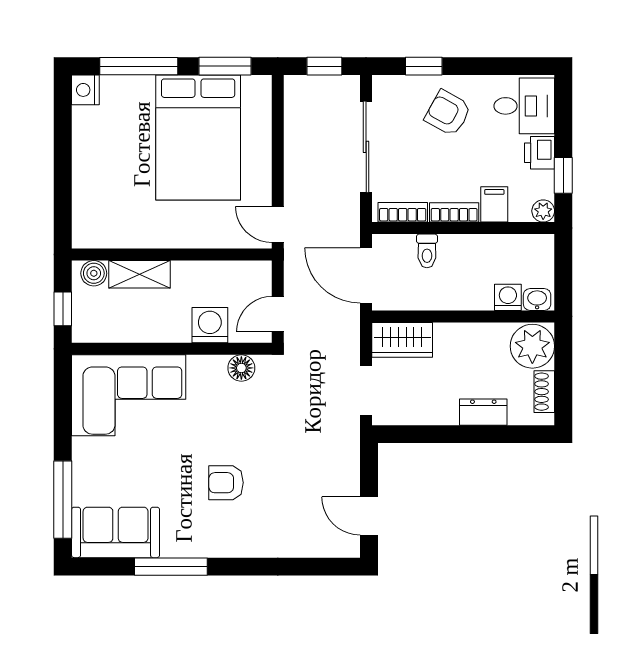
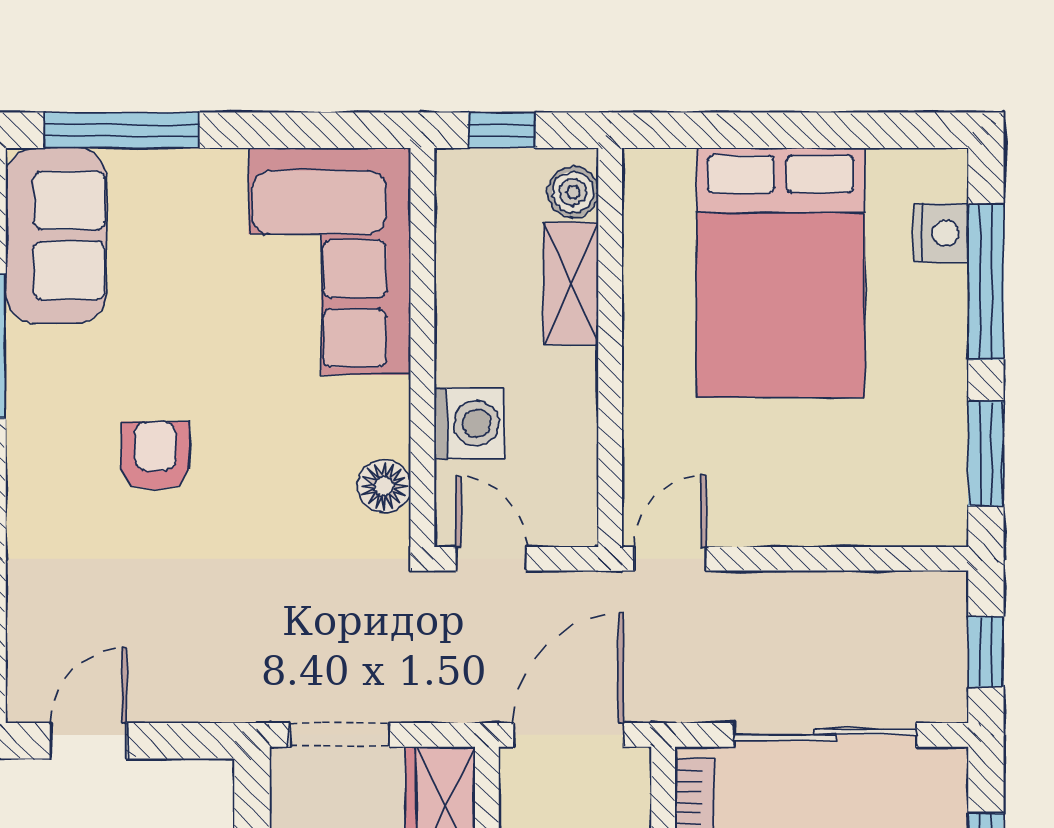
nightstand: (85, 90) -> (941, 233), moved, turned 90
bed: (198, 138) -> (781, 273), moved, turned -90

